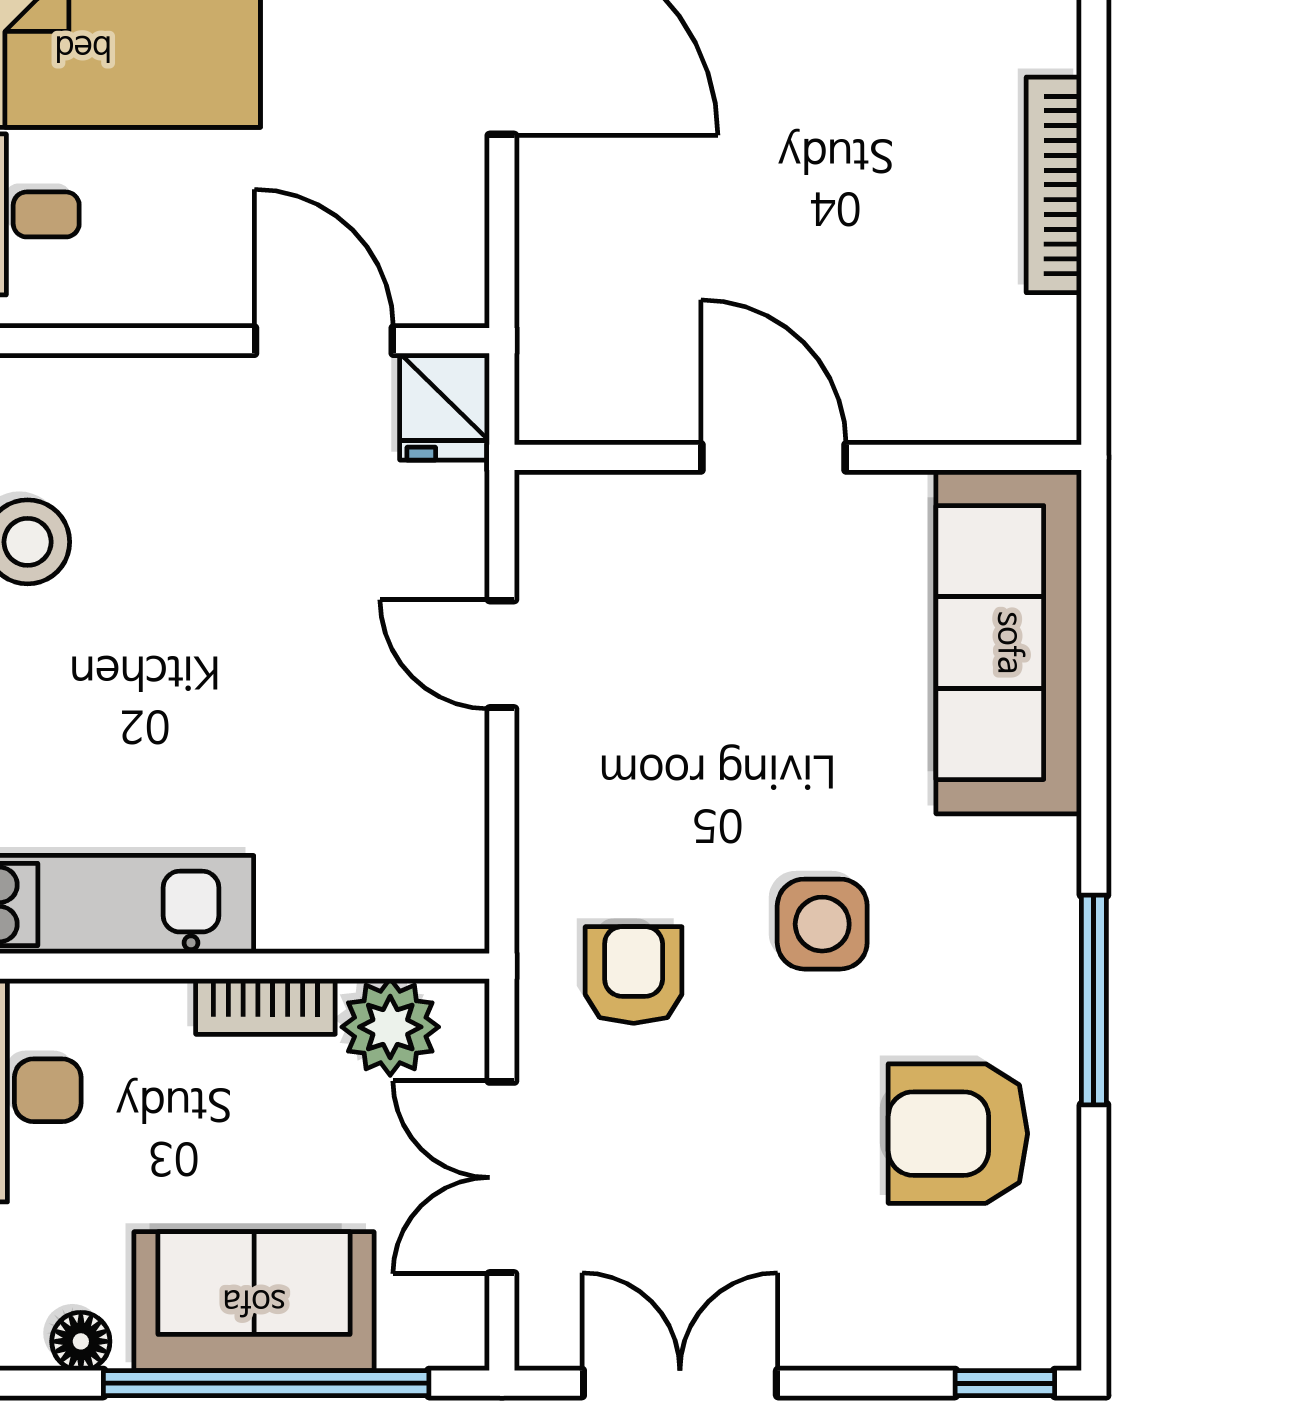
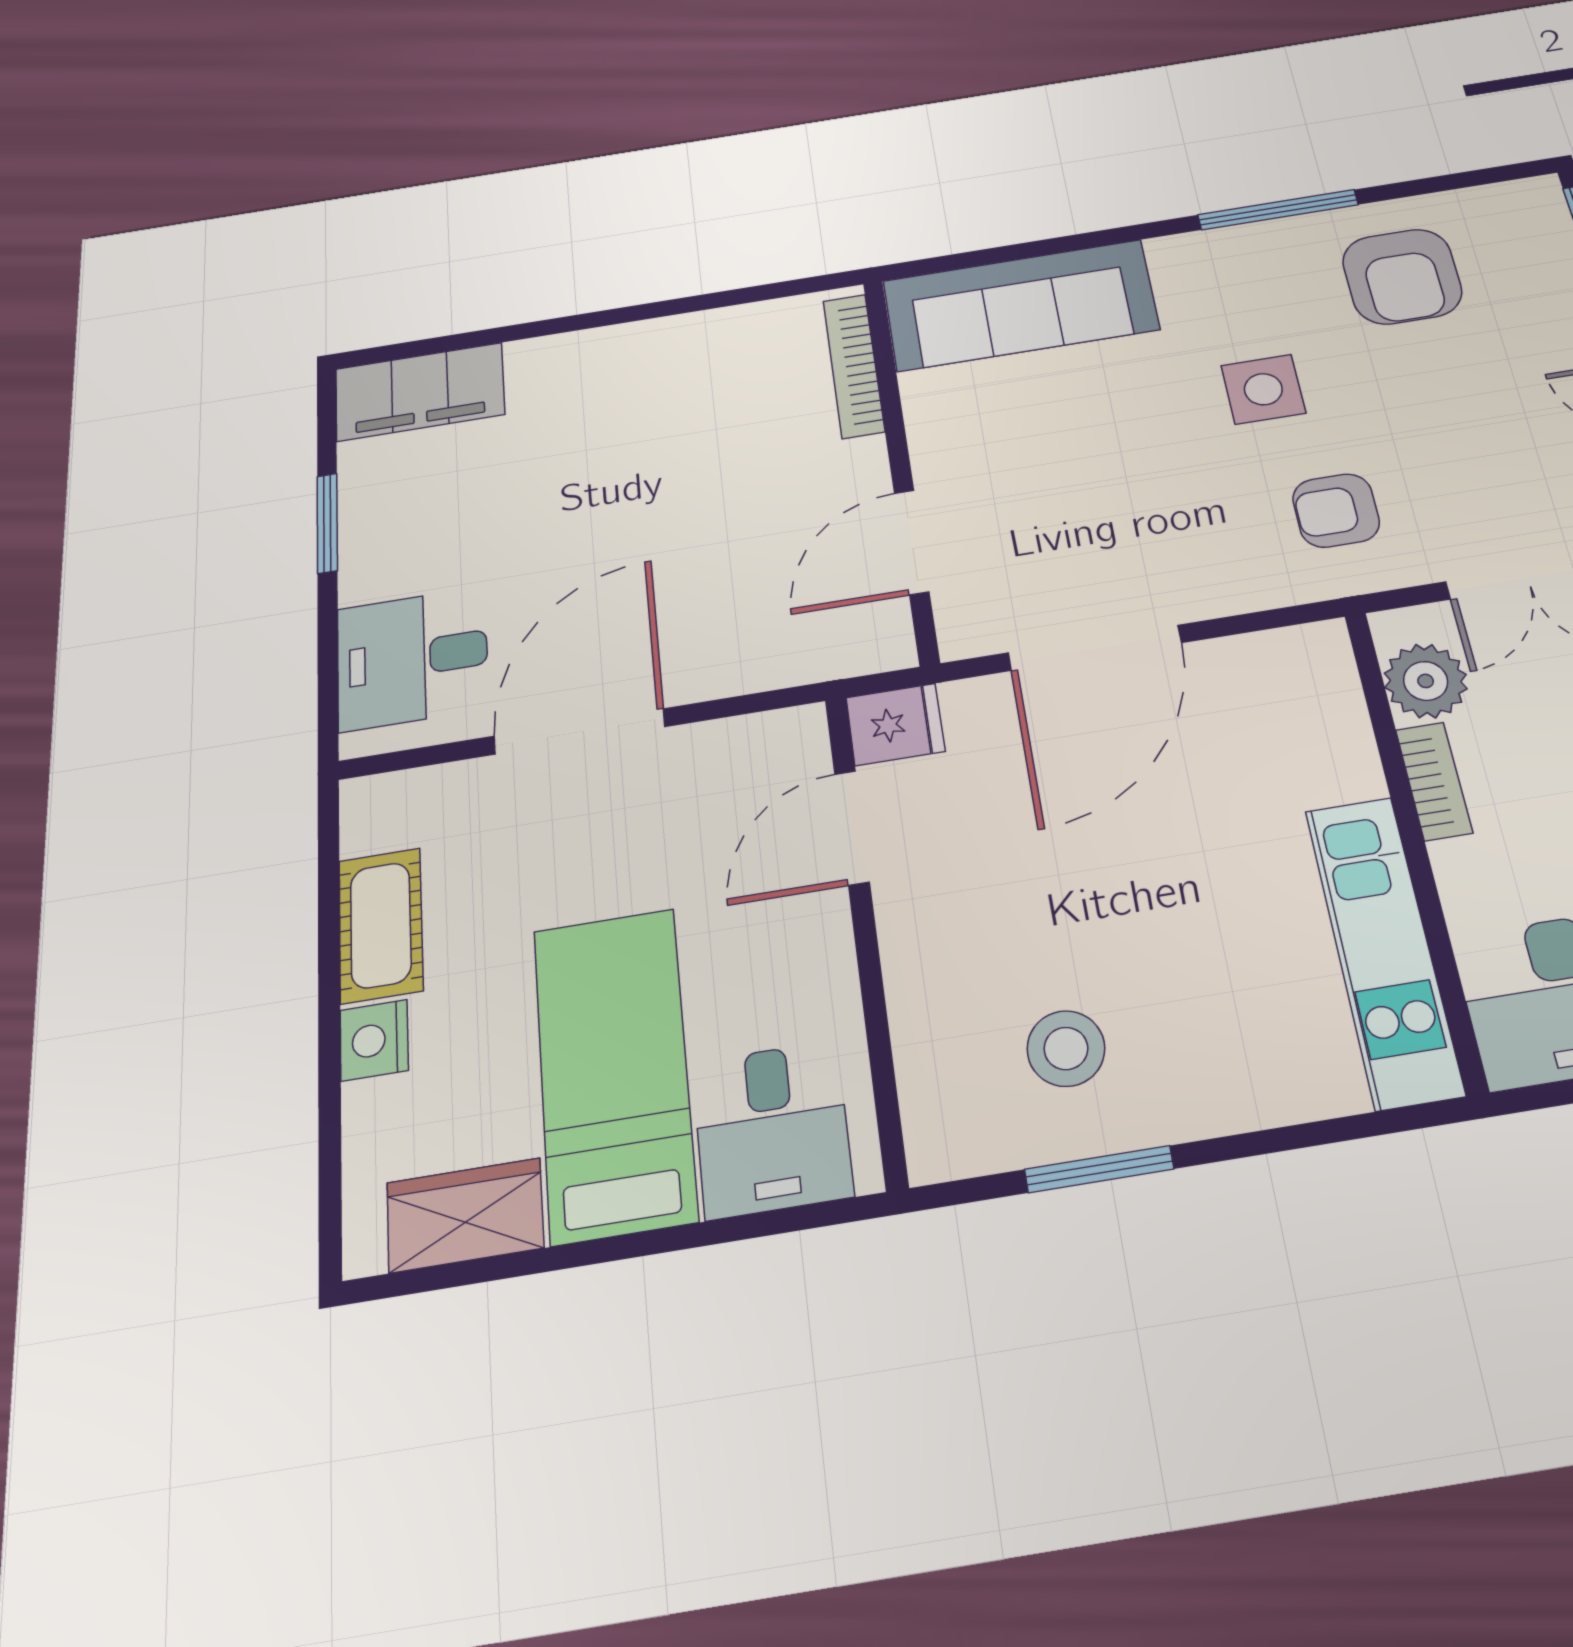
bookcase: (1054, 185) -> (854, 366), moved, turned 90
door: (774, 457) -> (912, 542), moved
door: (502, 654) -> (1095, 648), width x1.87

